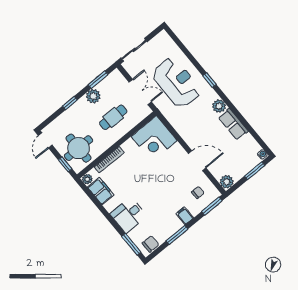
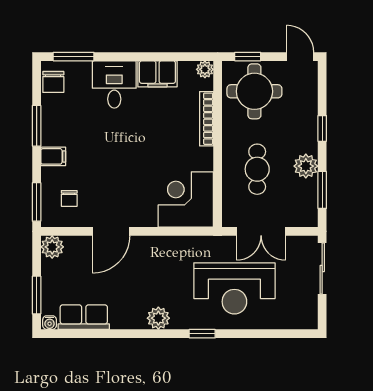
row of seats: (233, 124) -> (84, 317), moved
filing cabinet: (101, 191) -> (157, 74), moved

